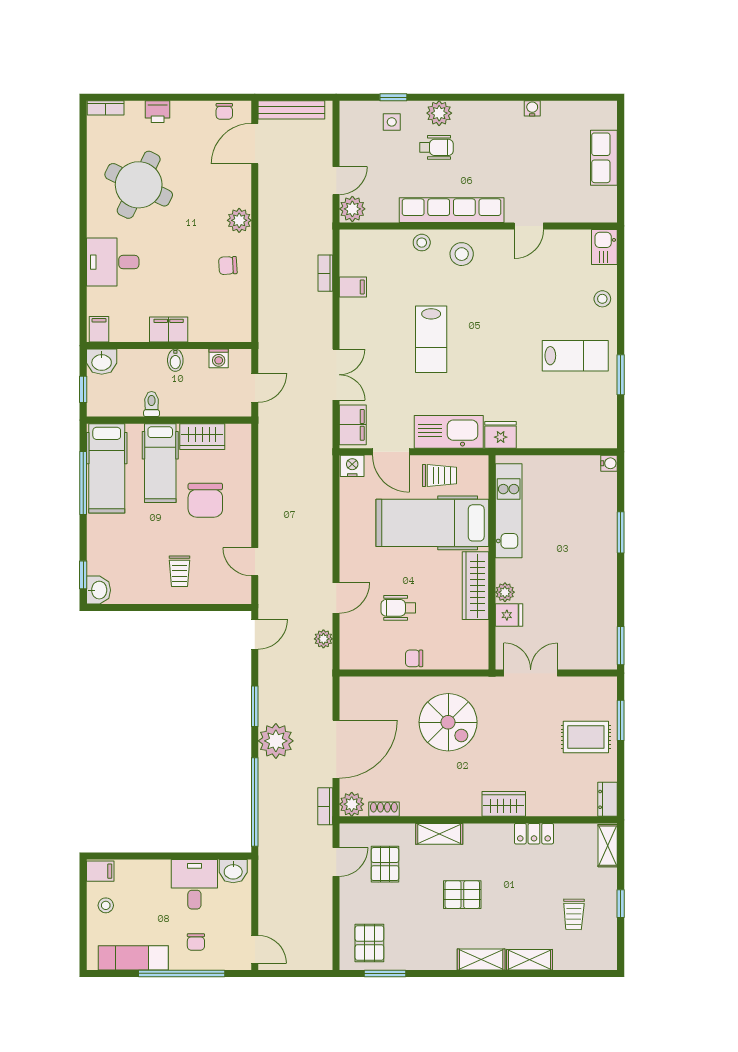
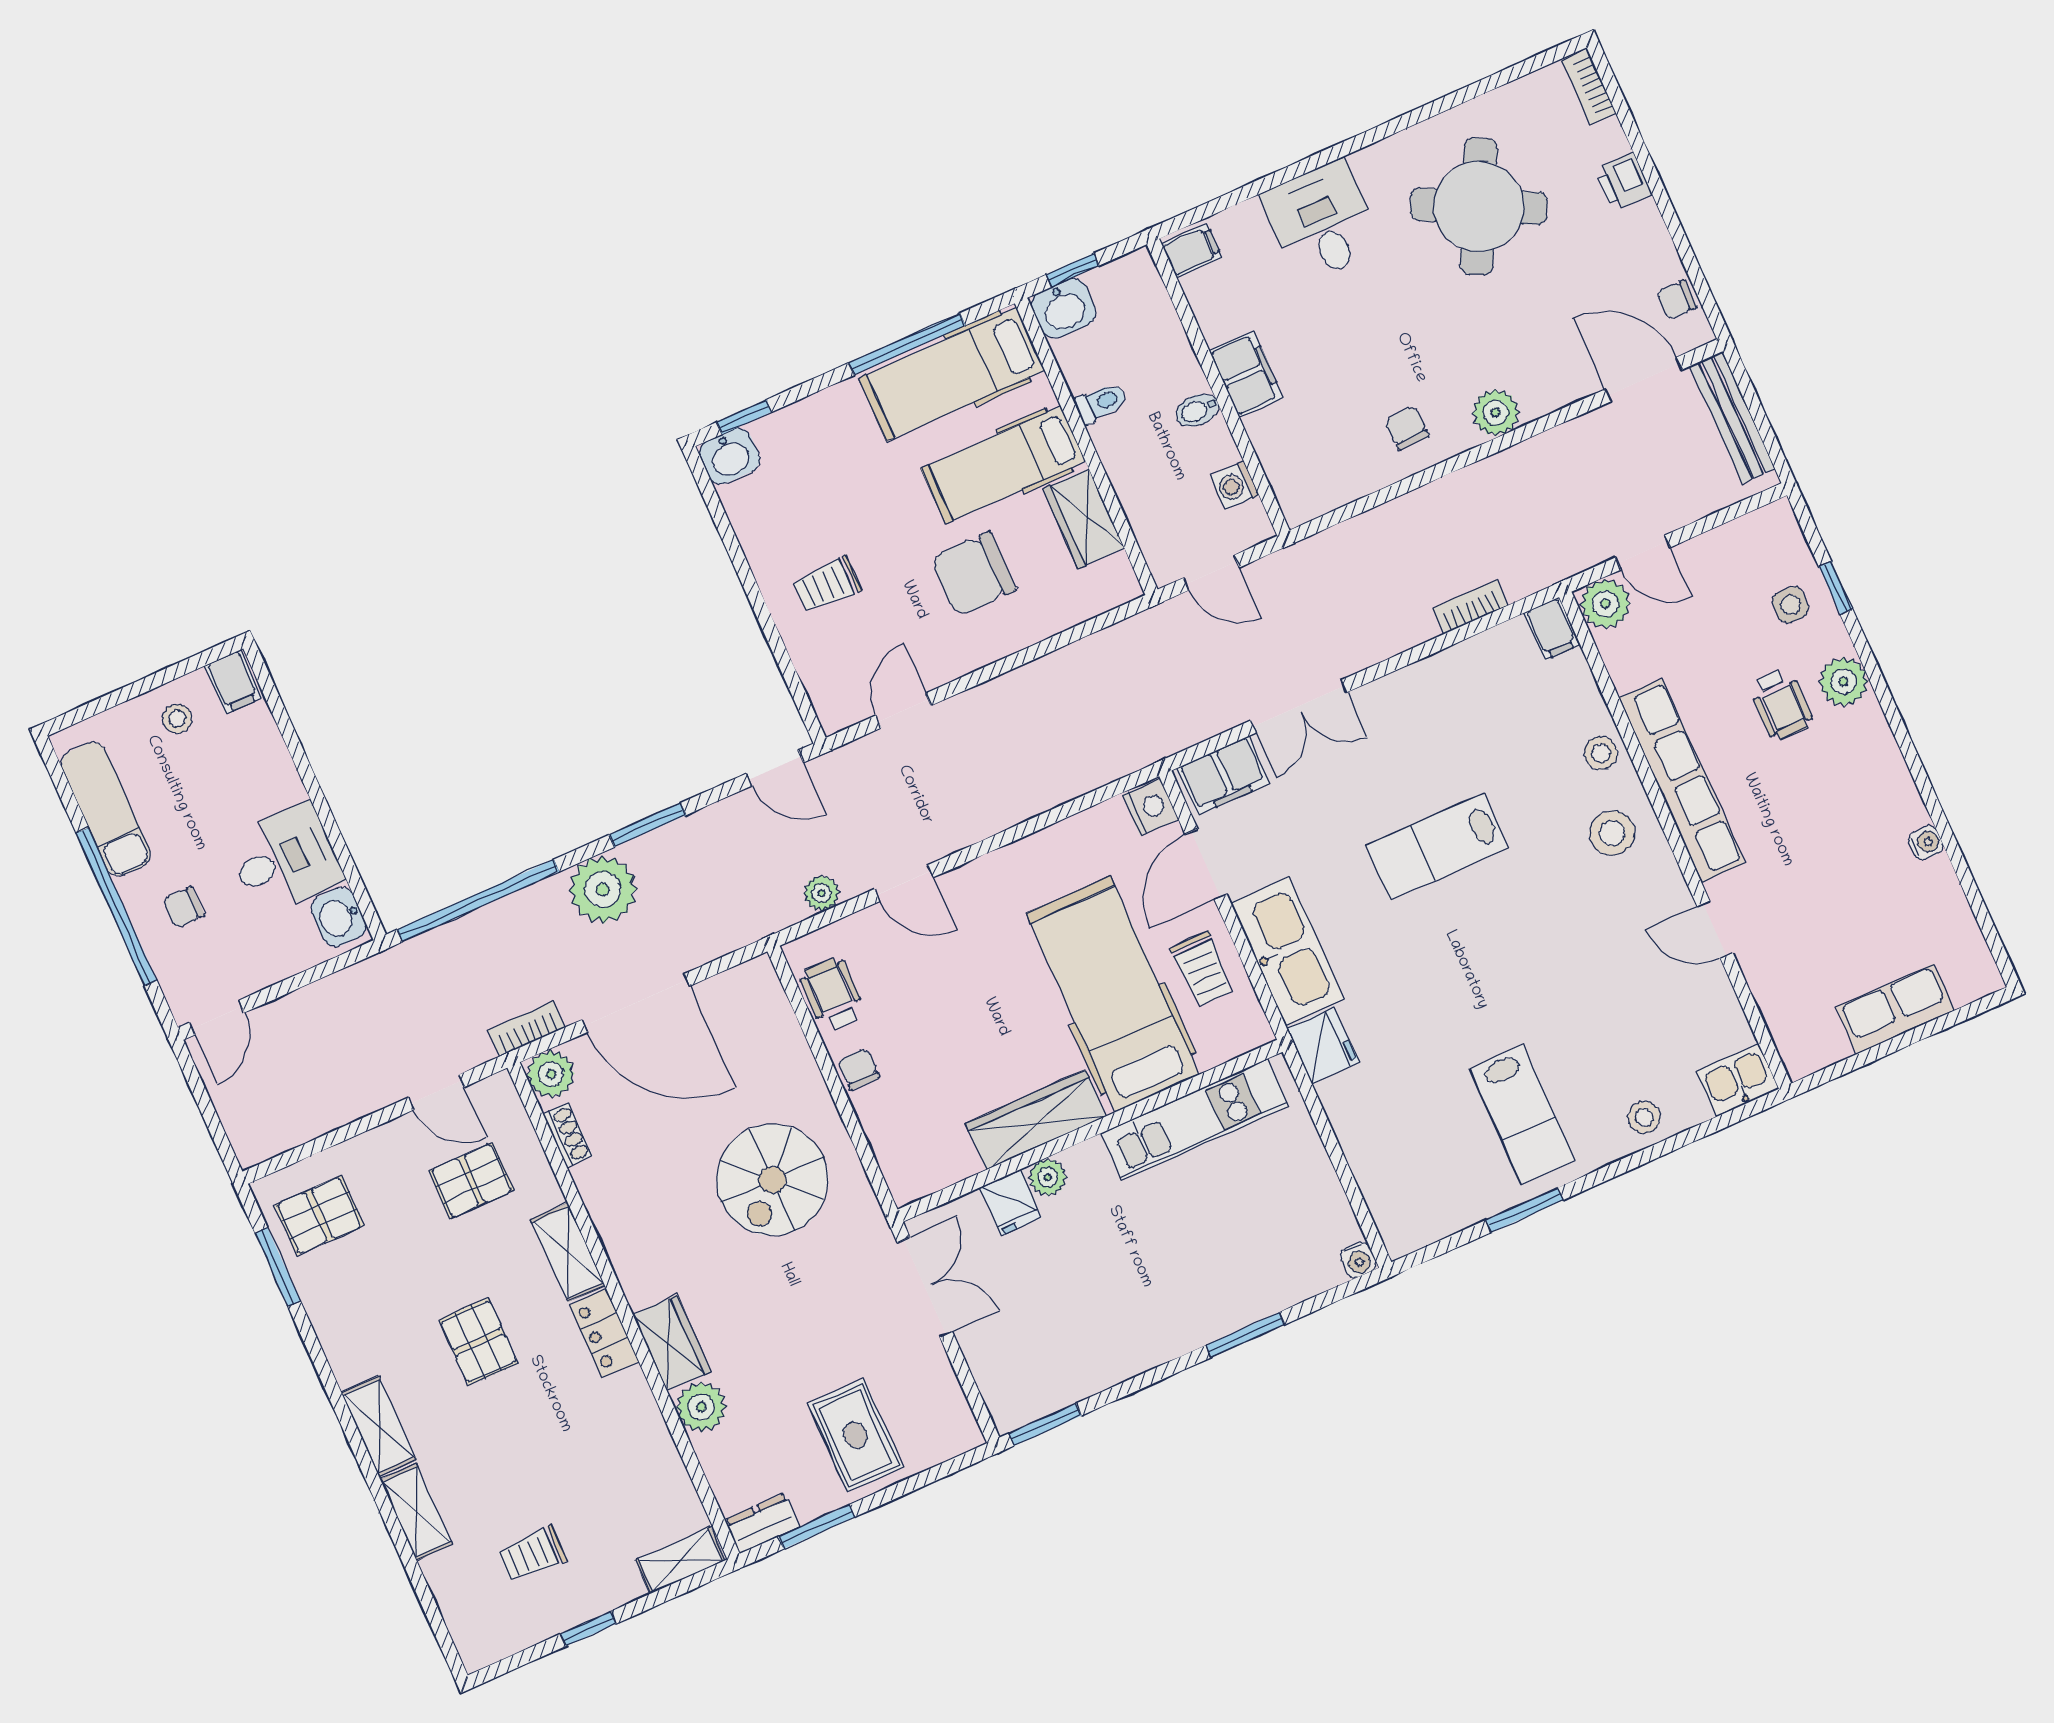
filing cabinet: (353, 287) -> (1552, 629), moved
washbasin: (102, 362) -> (1064, 308), moved, turned -90
wheelchair: (398, 608) -> (832, 994), moved
window: (621, 720) -> (816, 1527), moved
plant: (540, 804) -> (701, 1407), added
locker: (534, 834) -> (604, 1333), moved

